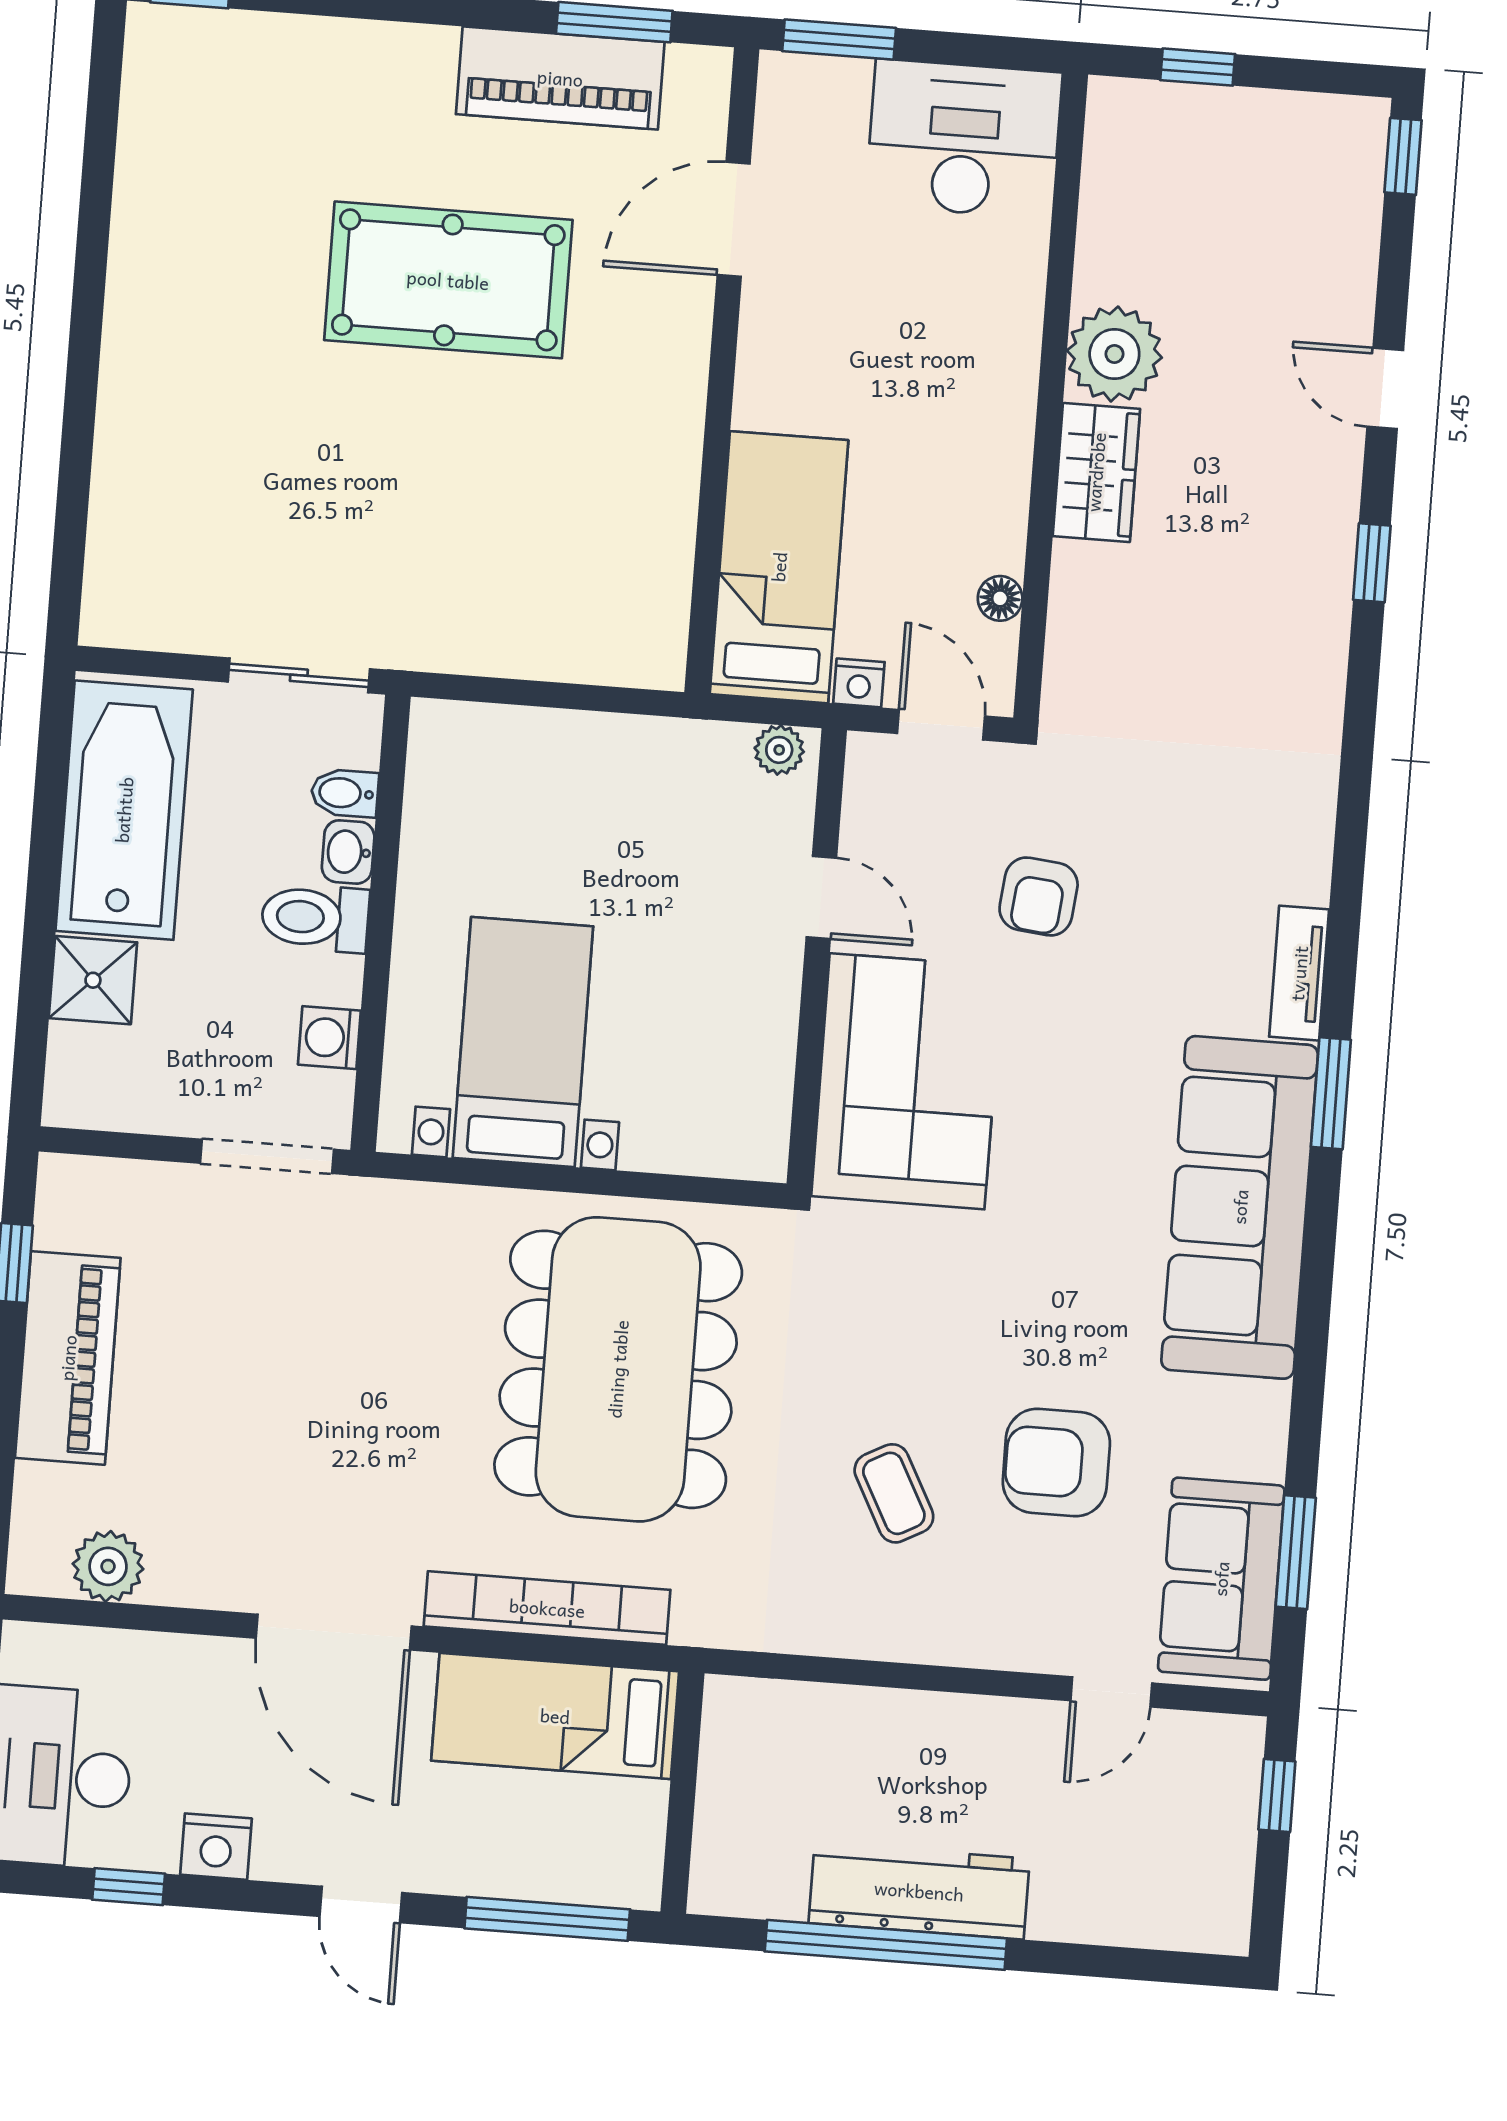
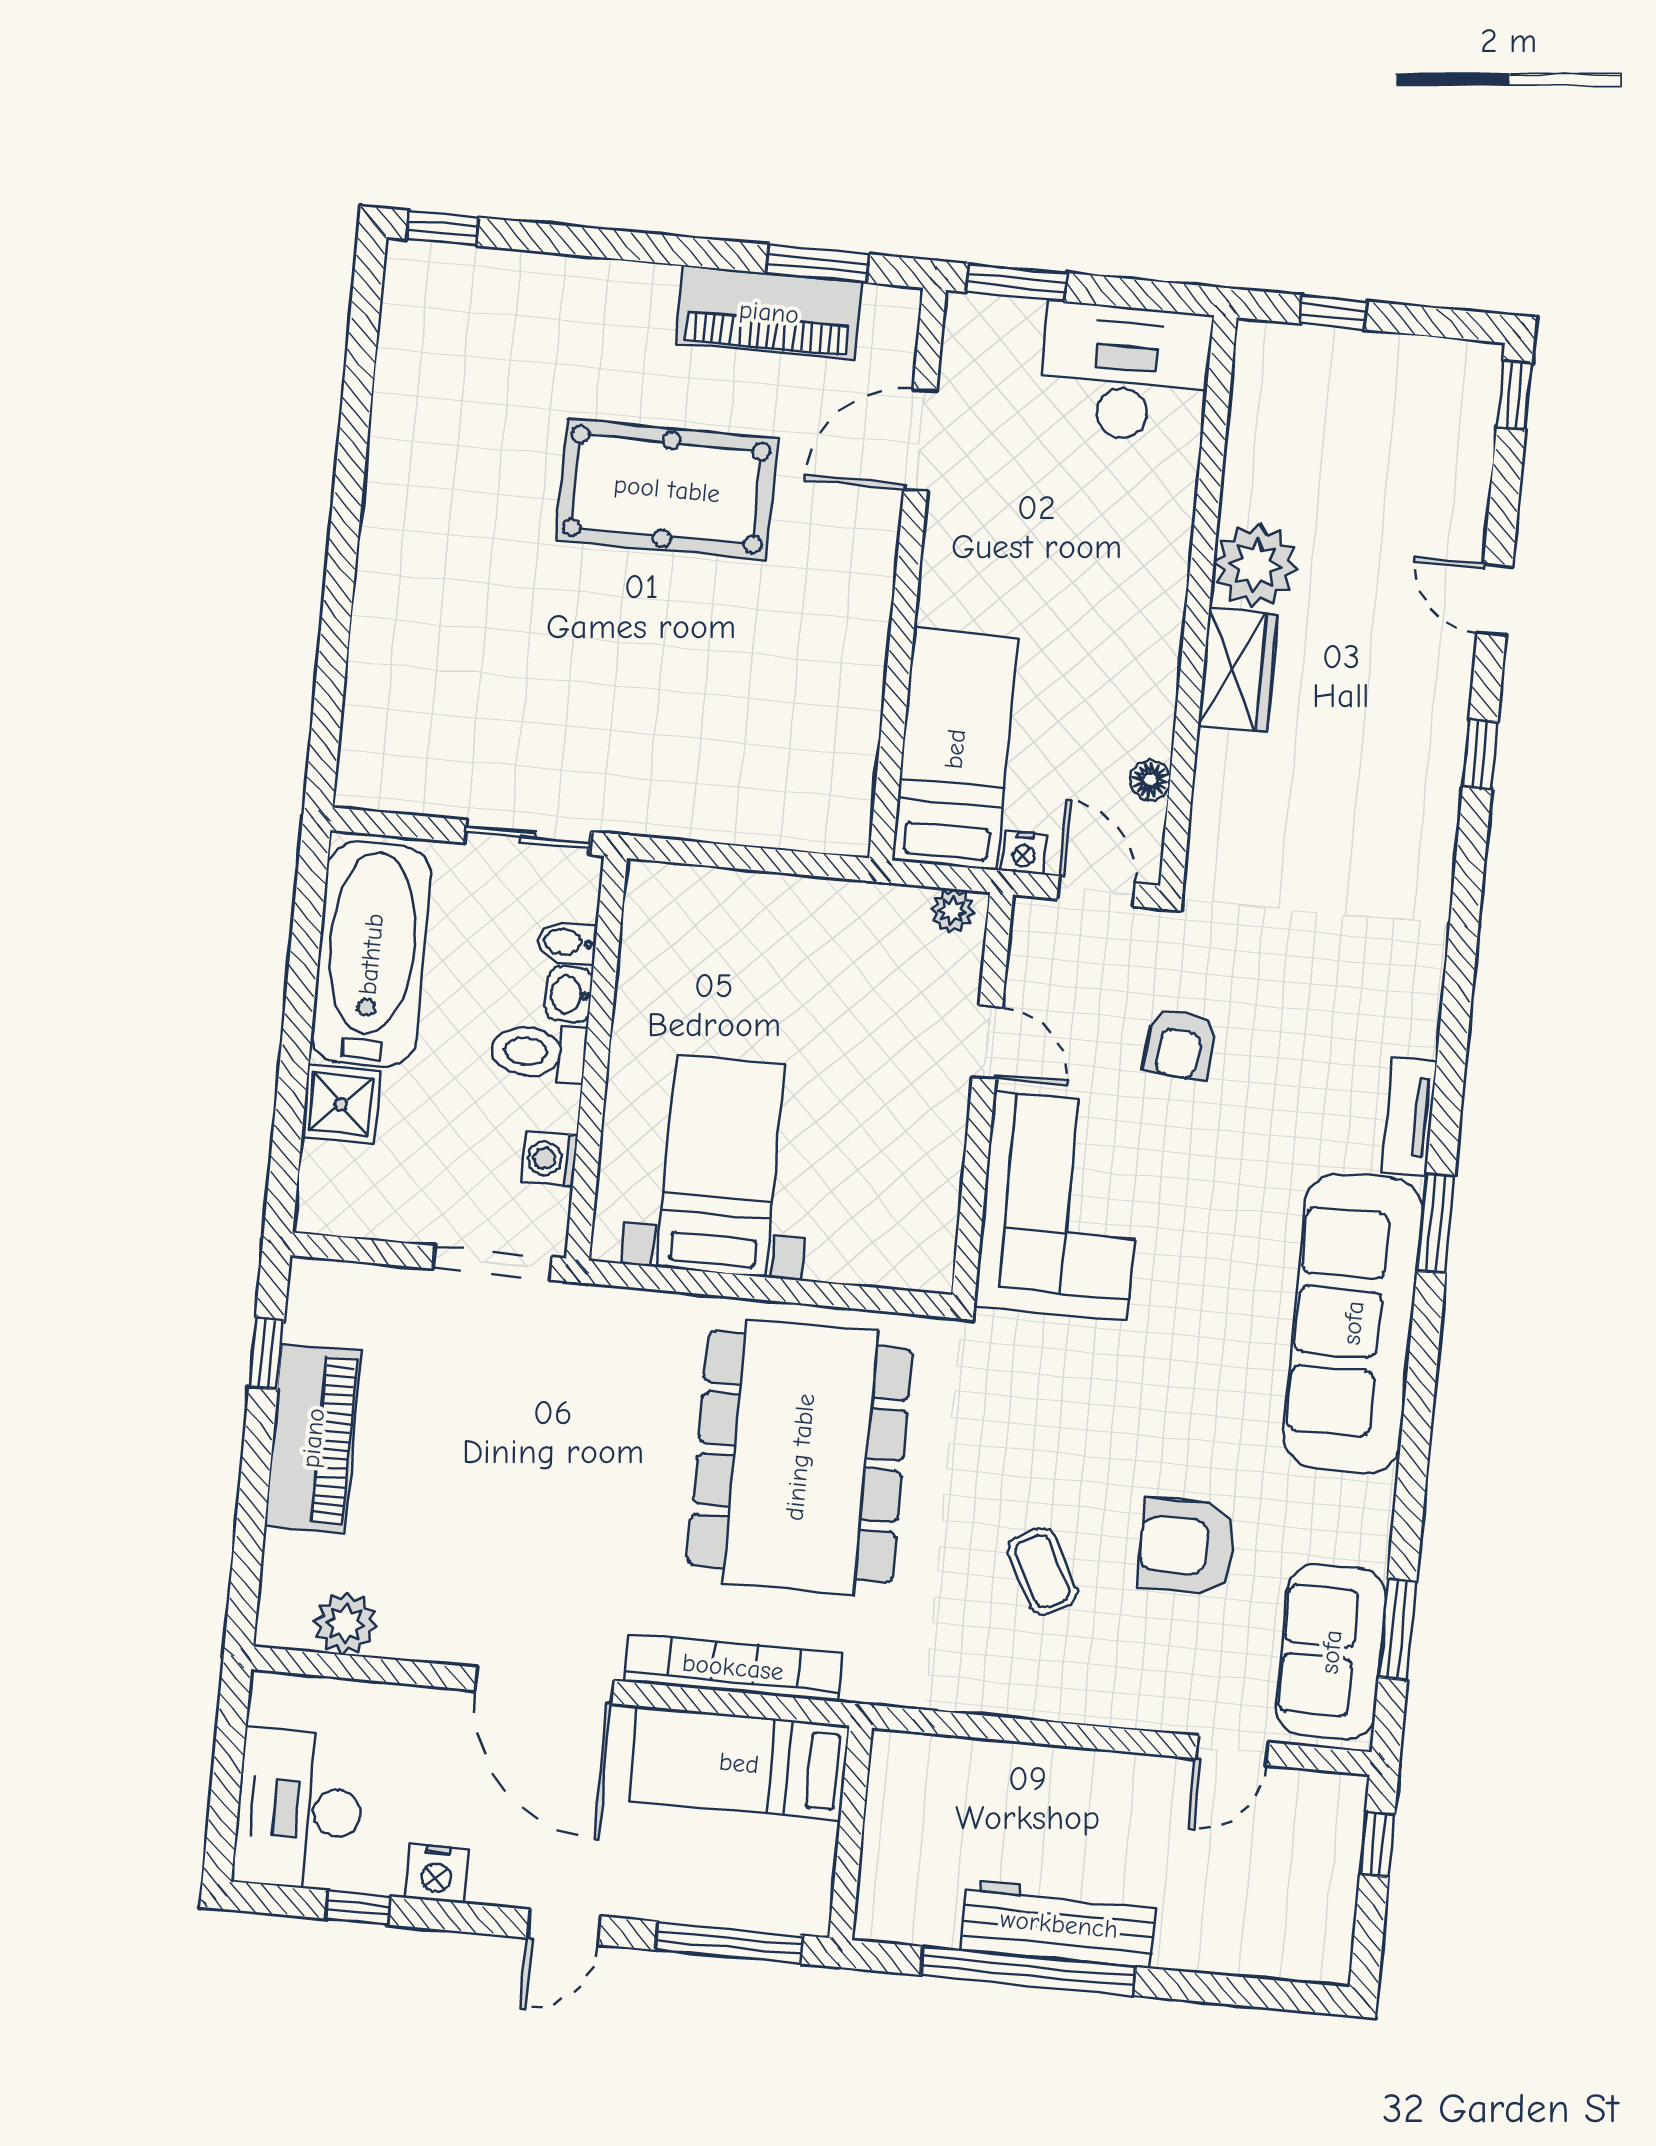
door: (361, 1905) -> (564, 1927), hinge flipped

